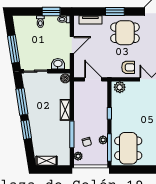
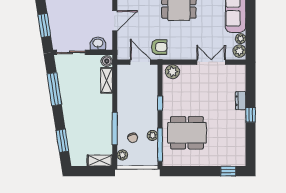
window: (14, 49) -> (44, 25), width x0.69
armchair: (128, 67) -> (159, 47), moved
shelving: (65, 110) -> (107, 80), moved
window: (26, 130) -> (62, 141), moved
dining table: (128, 148) -> (187, 133), moved, turned 90
shelving: (47, 161) -> (100, 161), moved

